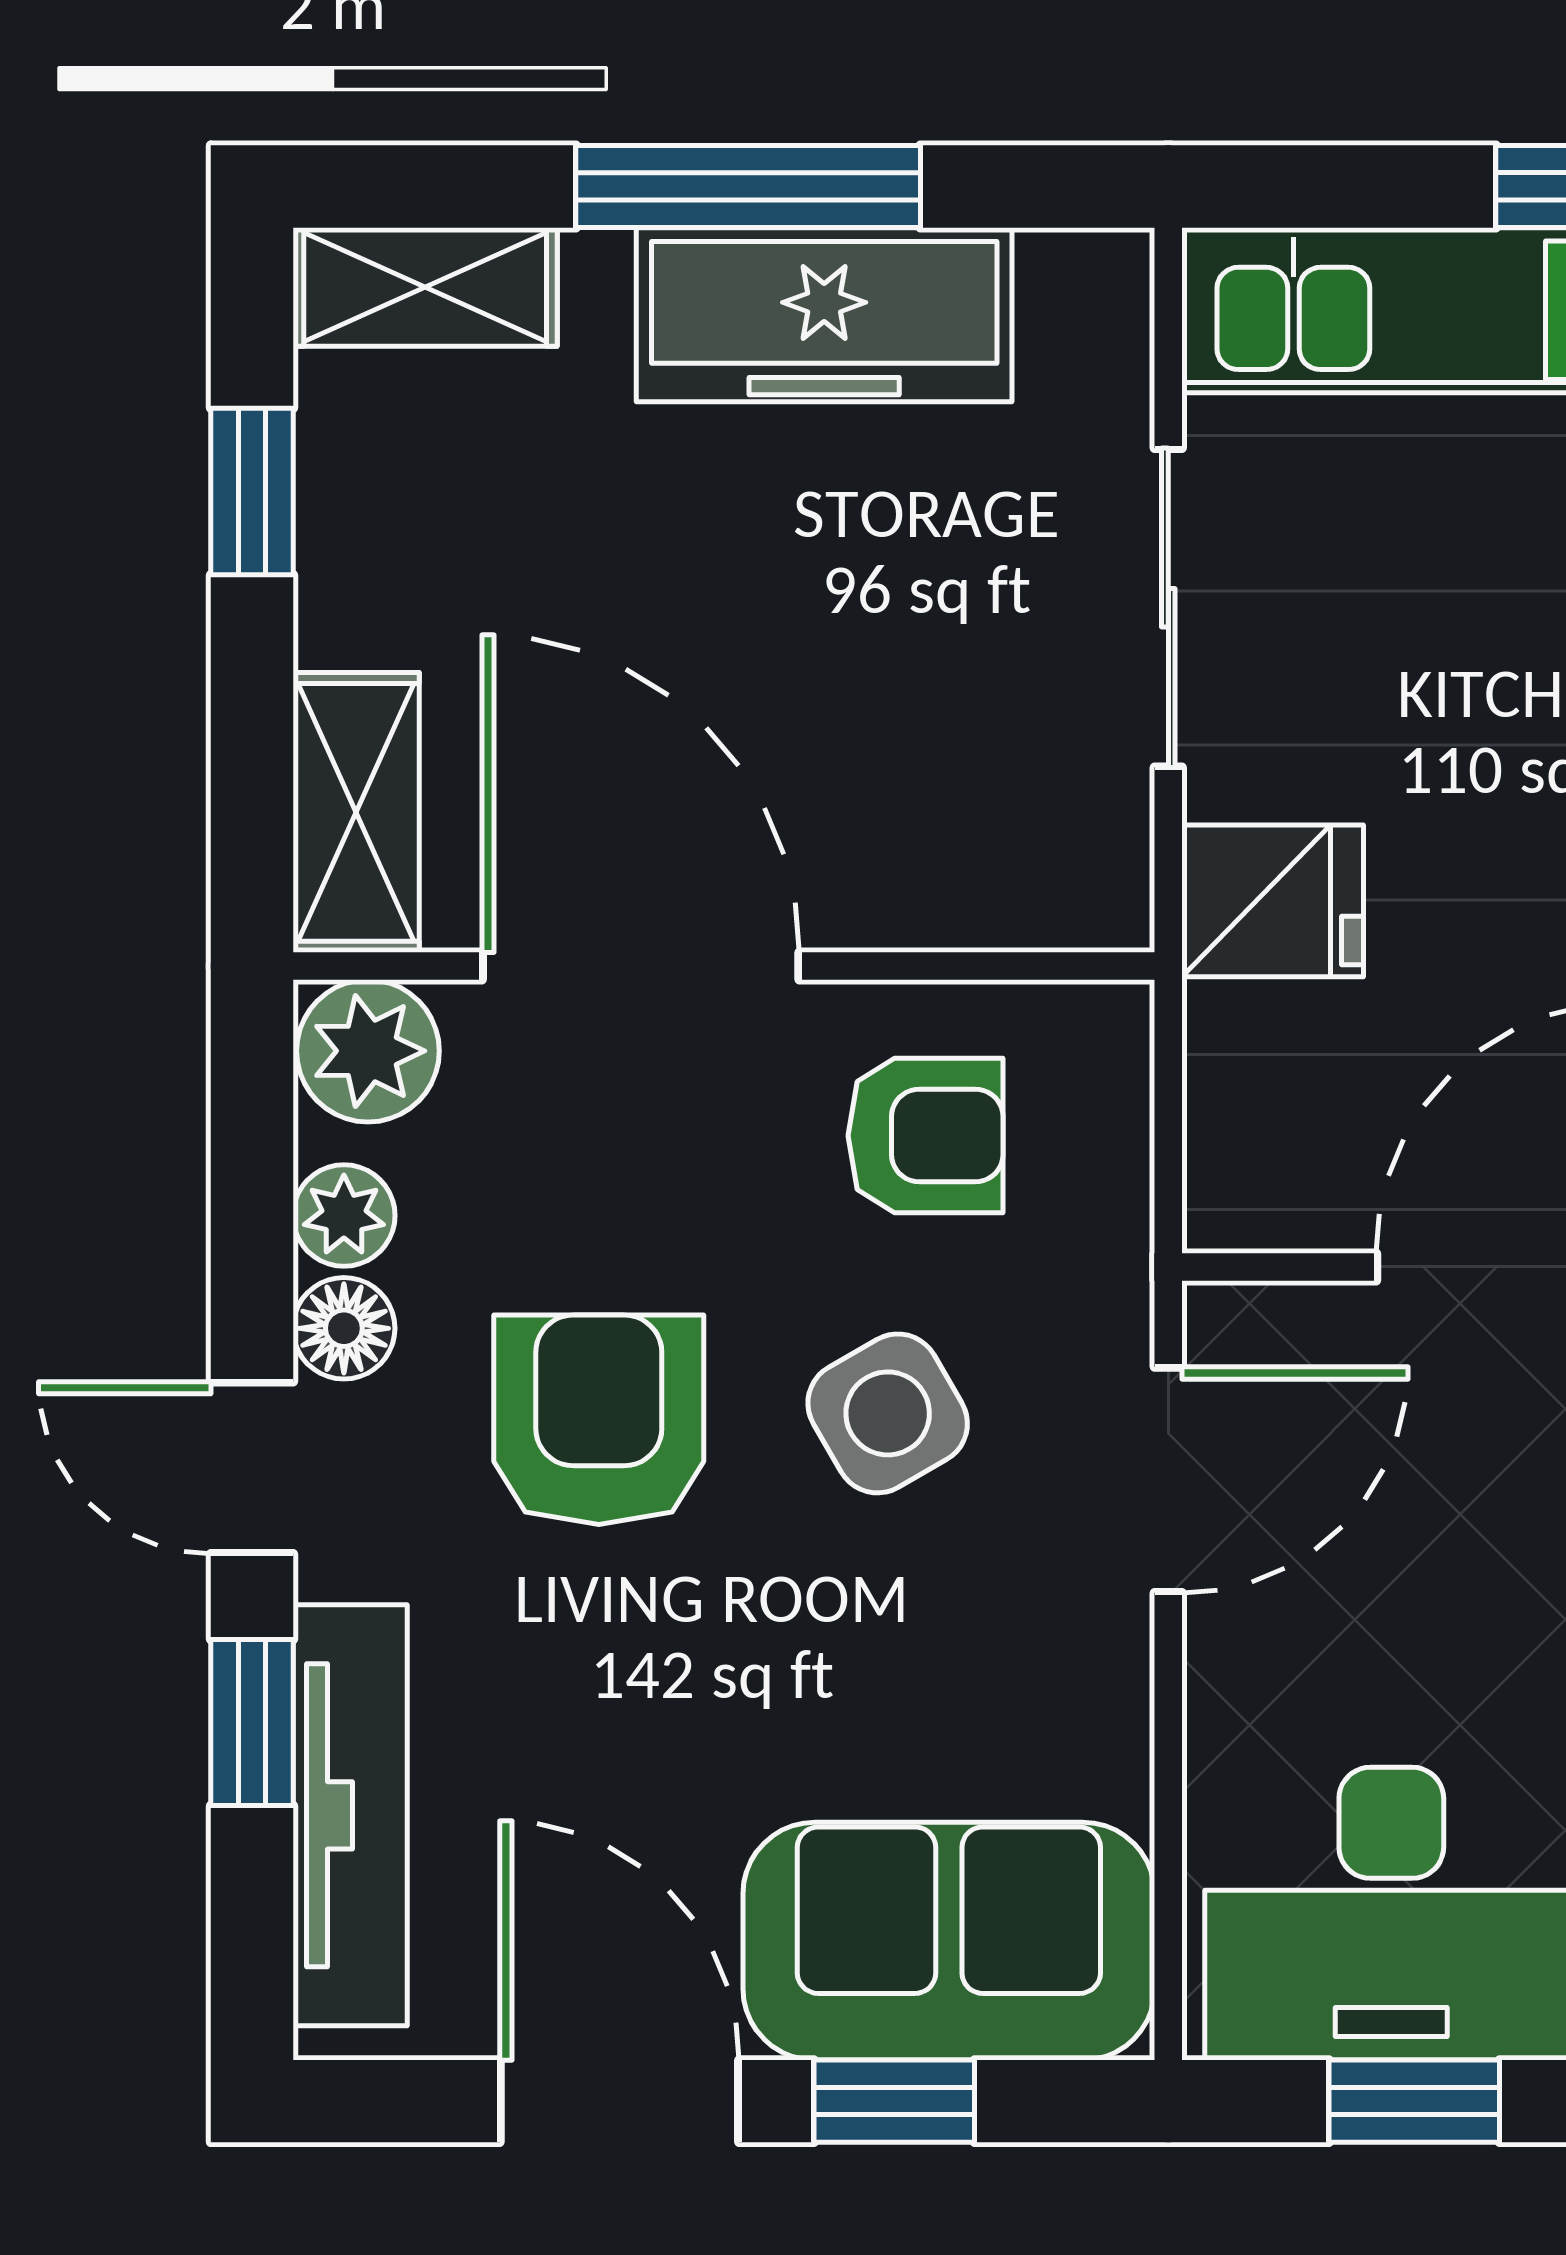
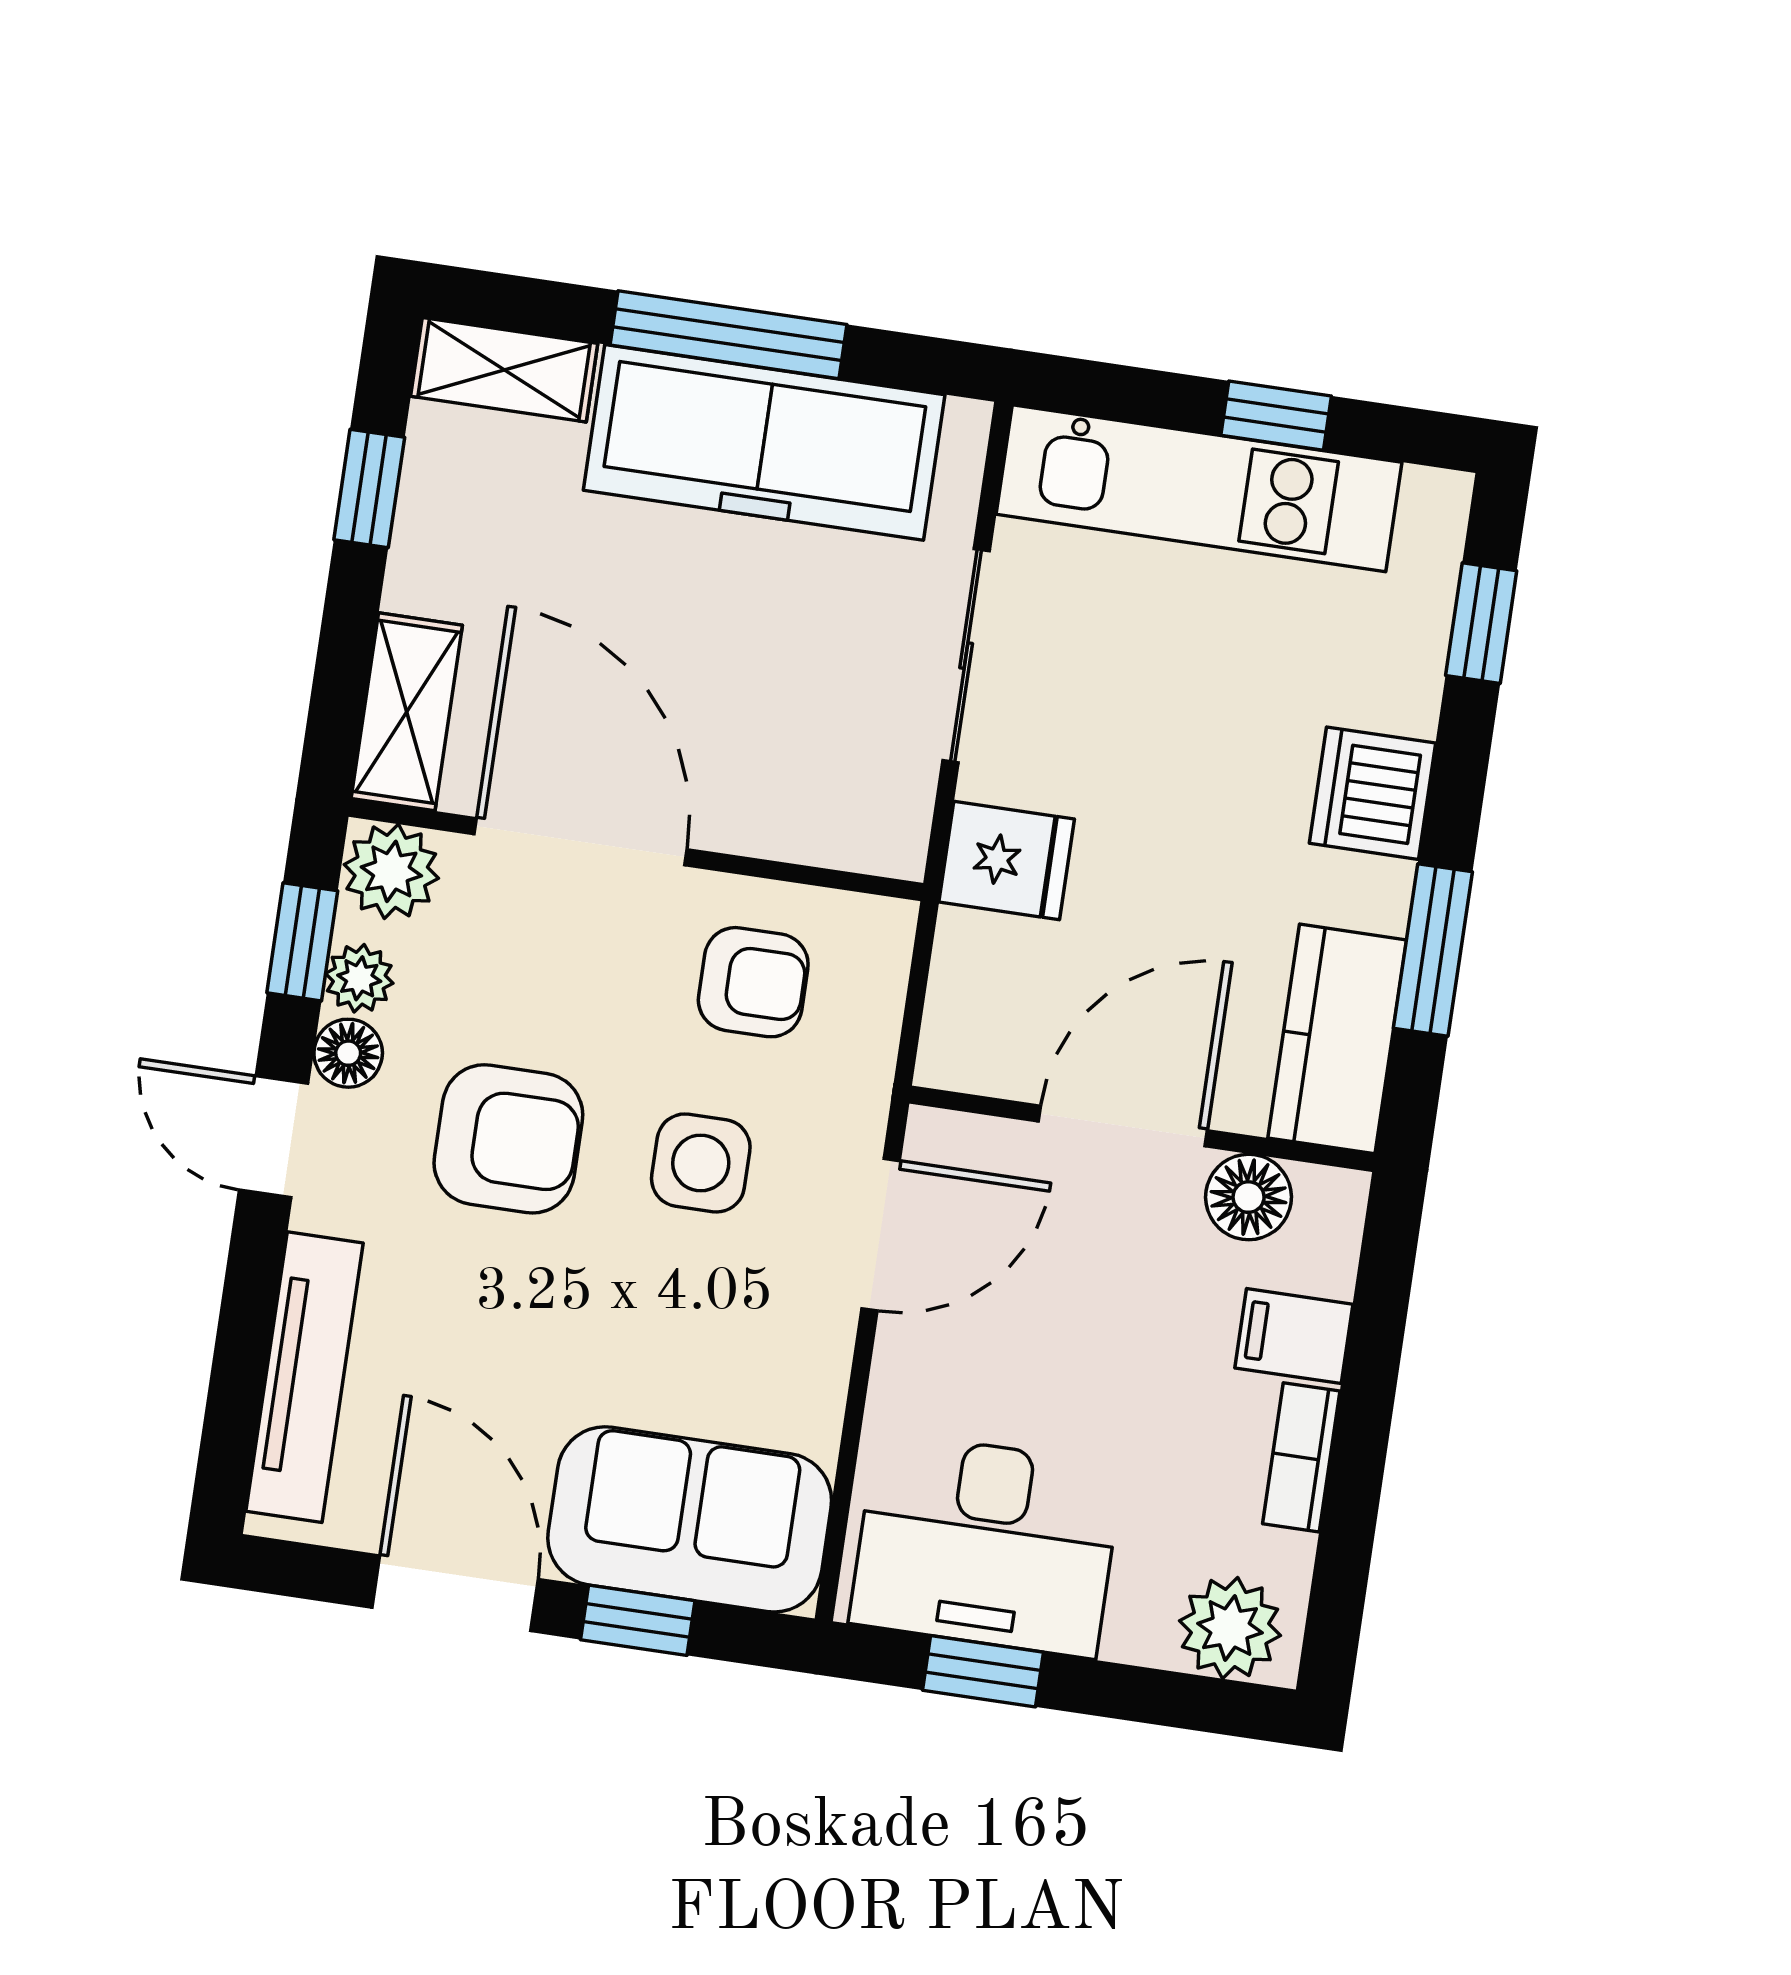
freezer: (824, 315) -> (764, 442), width x1.36, depth x1.26
side table: (888, 1413) -> (701, 1163), turned 30
armchair: (599, 1420) -> (508, 1139), turned 90
window: (252, 1723) -> (302, 942), moved

